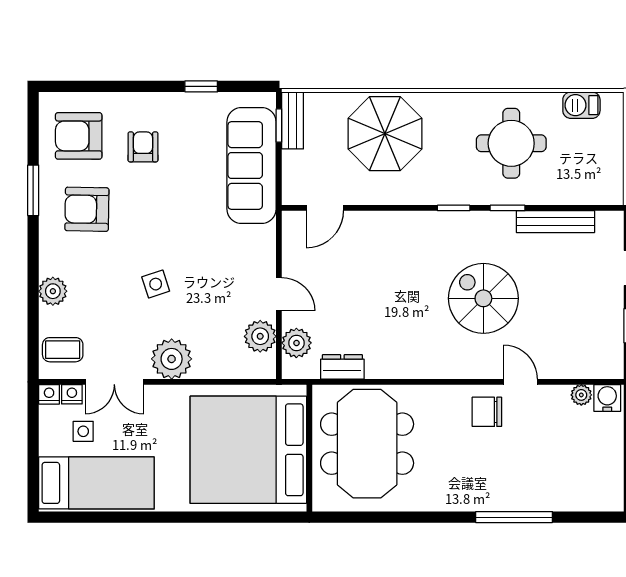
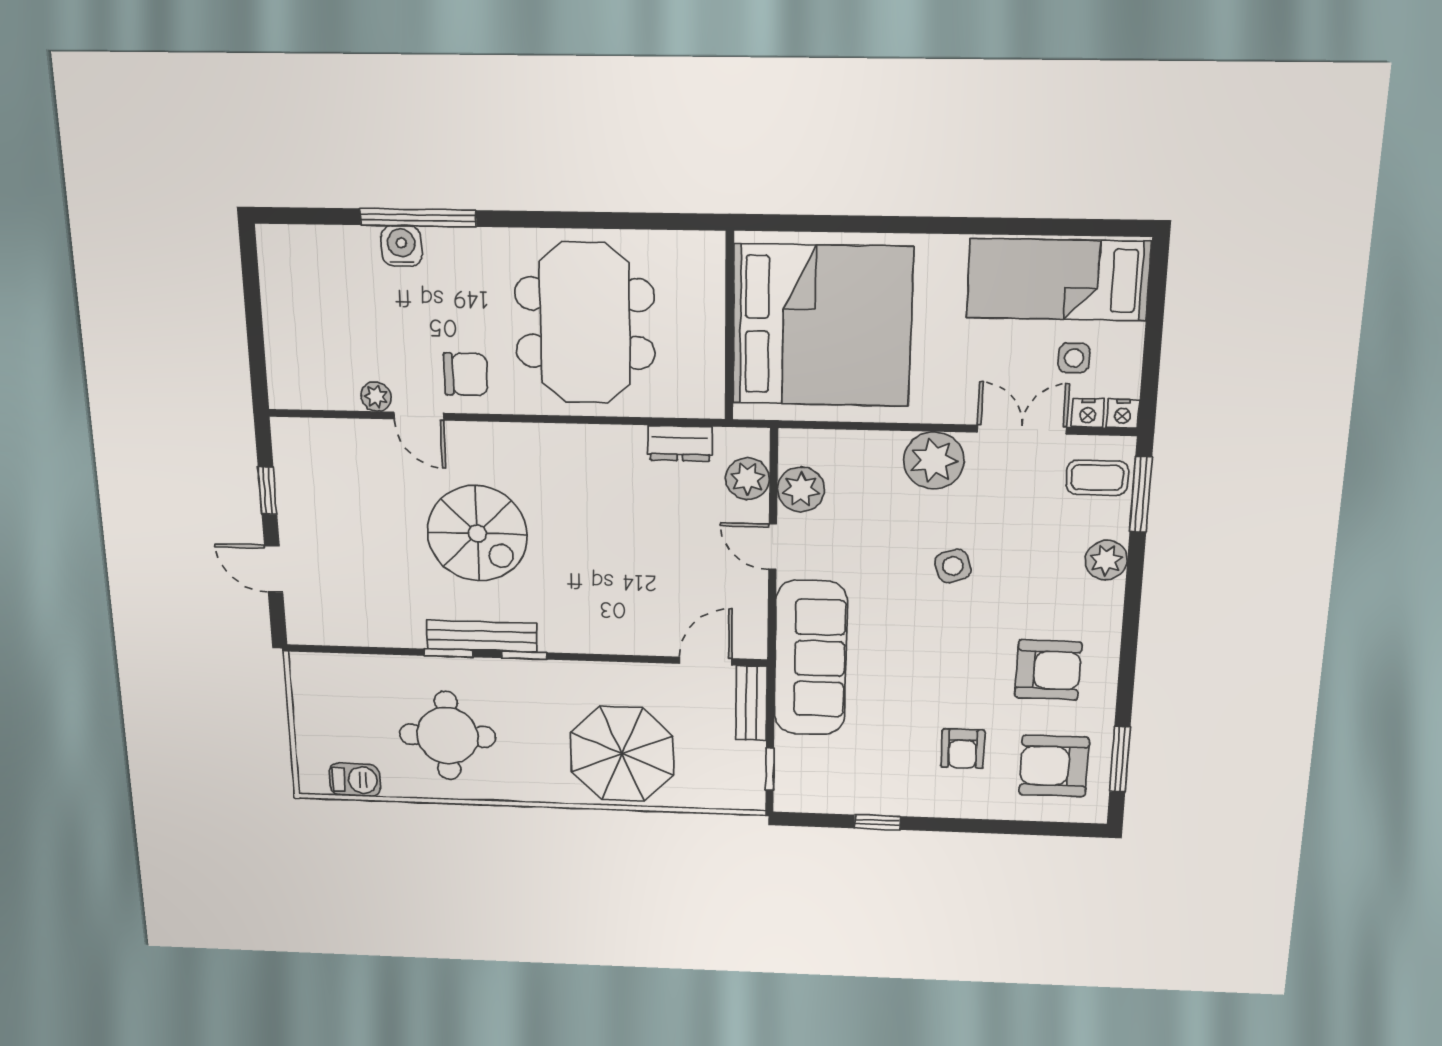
bench: (293, 120) -> (751, 703), moved
armchair: (79, 136) -> (1054, 766), turned 180
sofa: (251, 165) -> (810, 658), moved
window: (33, 190) -> (1120, 759), moved
bench: (555, 222) -> (482, 636), moved
window: (33, 339) -> (1141, 494), added
plant: (581, 395) -> (376, 397), moved
water cooler: (607, 398) -> (401, 246), moved, turned 180
meeting table: (367, 444) -> (585, 323), moved

